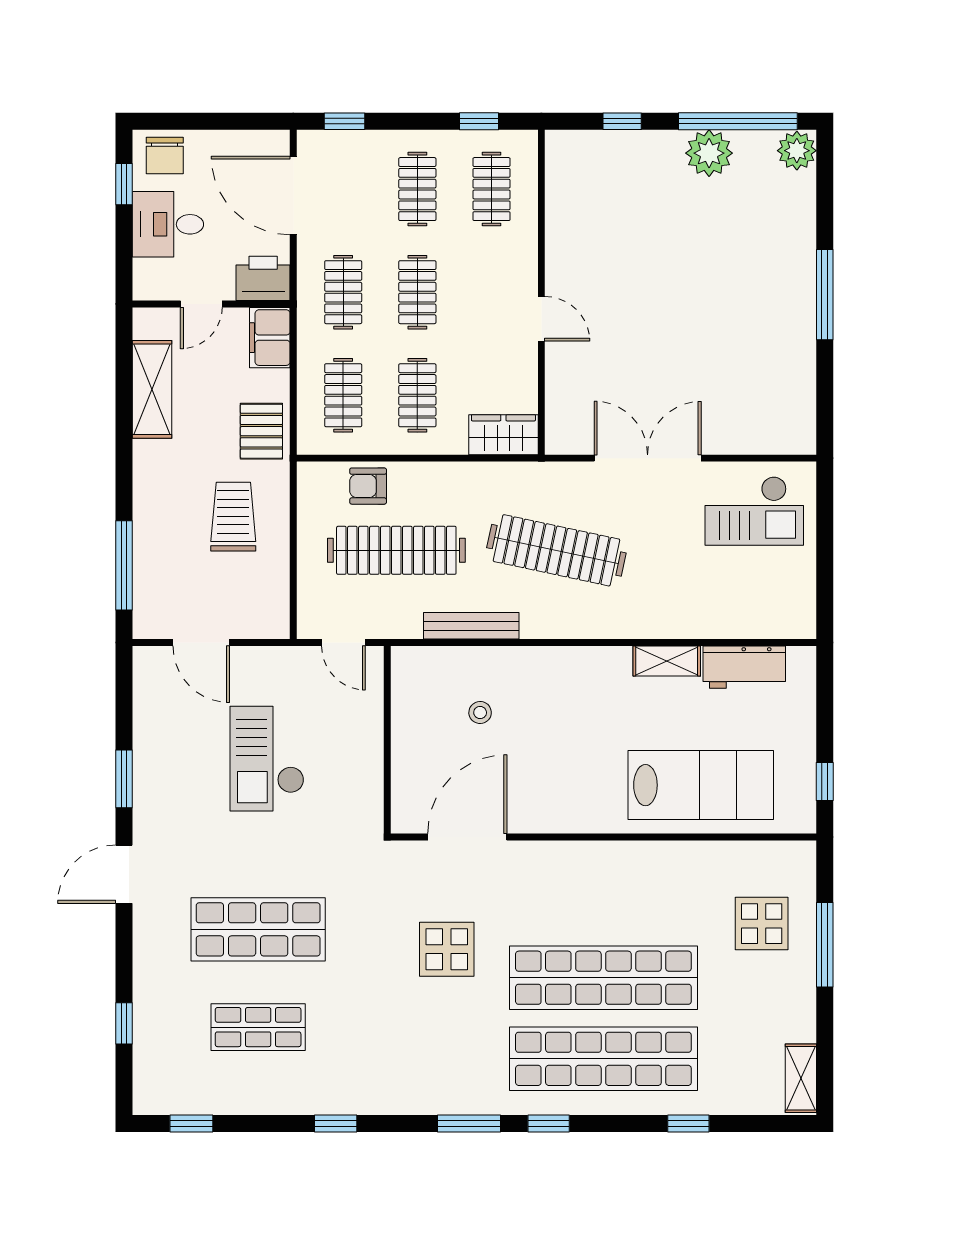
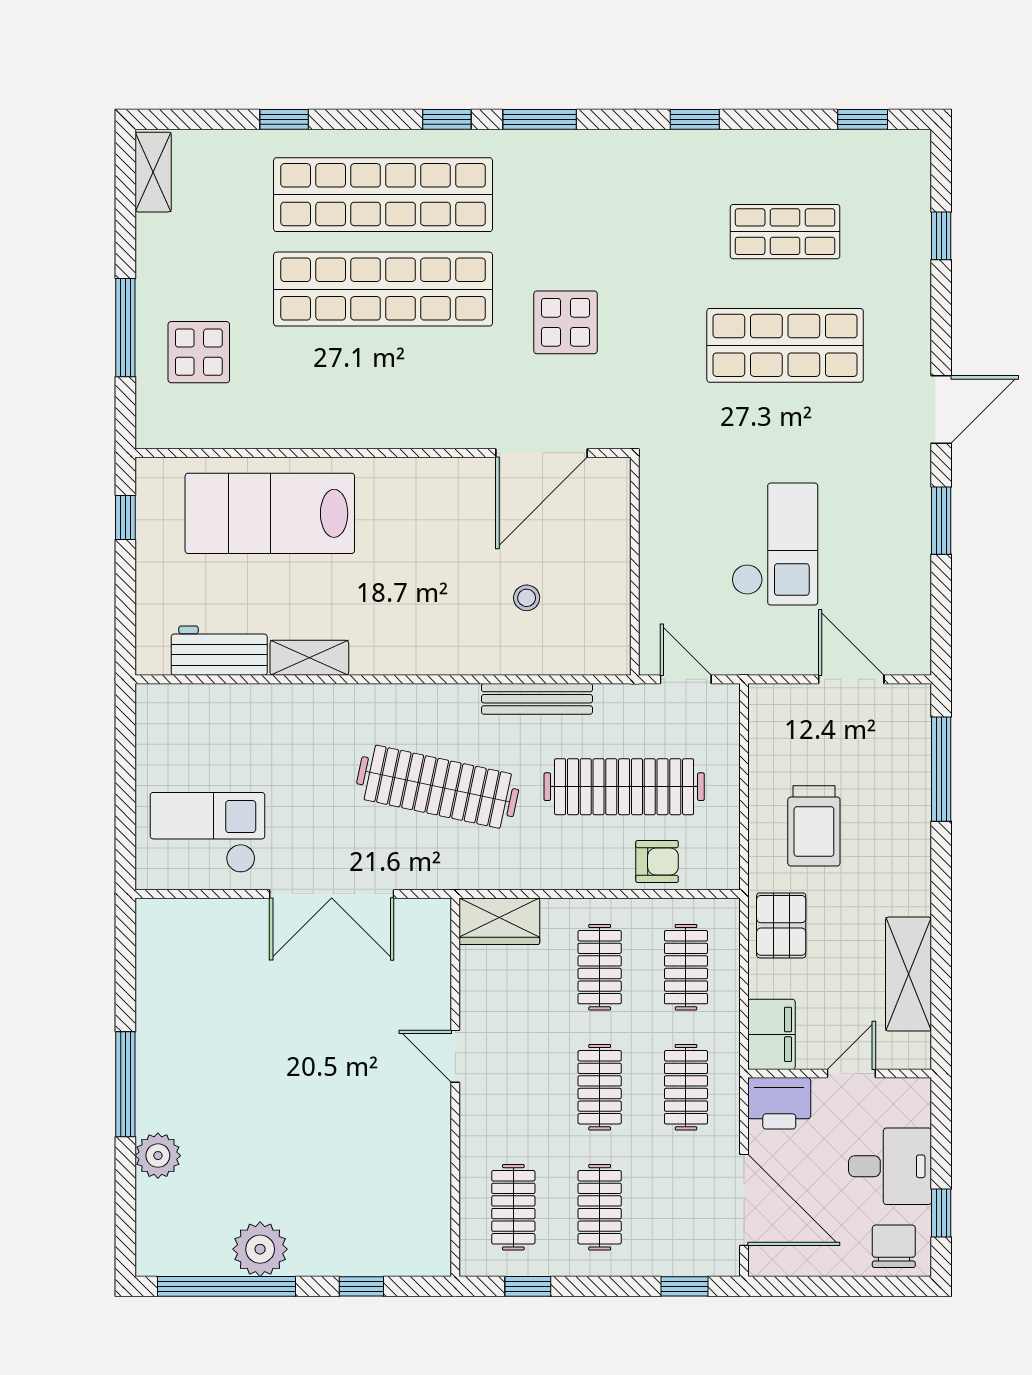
plant: (797, 151) -> (158, 1156), moved

